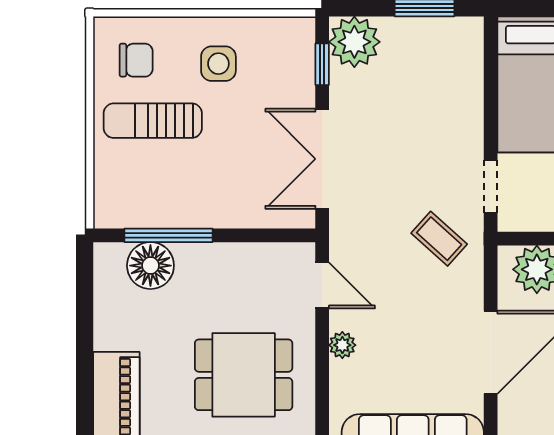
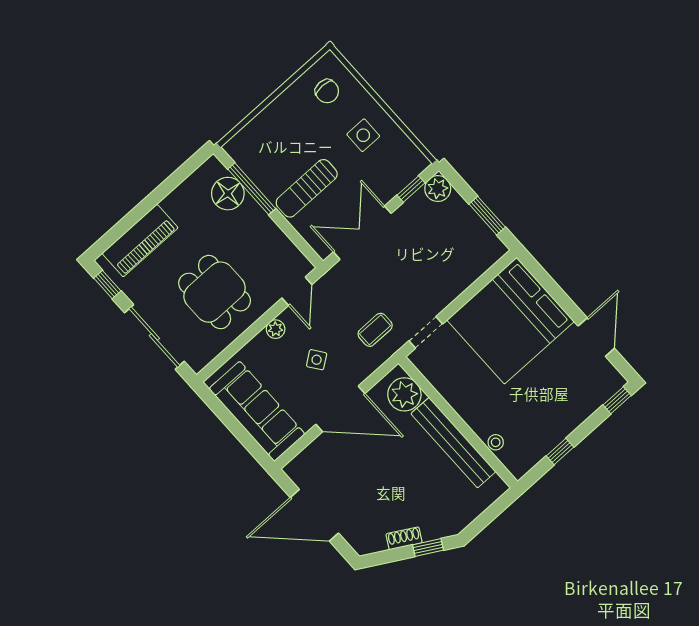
plant: (354, 42) -> (438, 189), width x0.73, depth x0.73
sun lounger: (153, 121) -> (307, 188), moved, turned -90
coffee table: (439, 239) -> (375, 330), turned 48
side table: (415, 330) -> (317, 360), added

